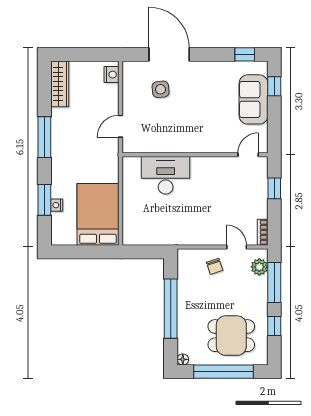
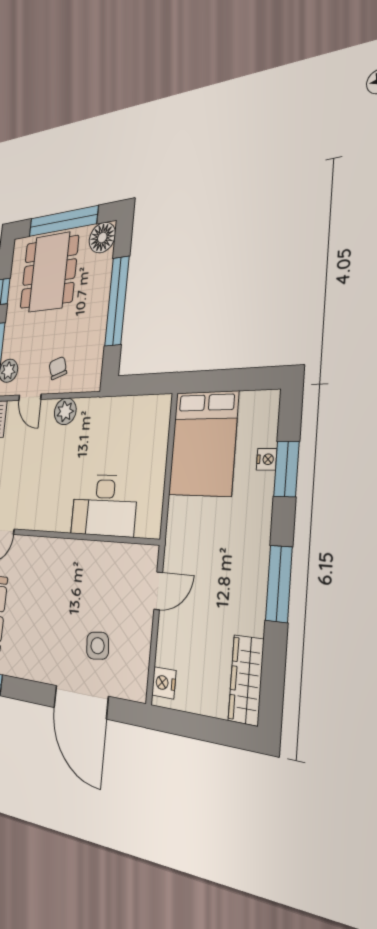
plant: (204, 236) -> (65, 411), added
dining table: (231, 336) -> (49, 272), width x1.38
floor lamp: (183, 359) -> (102, 238), width x1.89, depth x1.89

